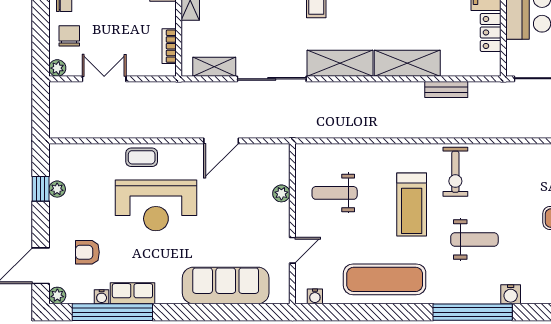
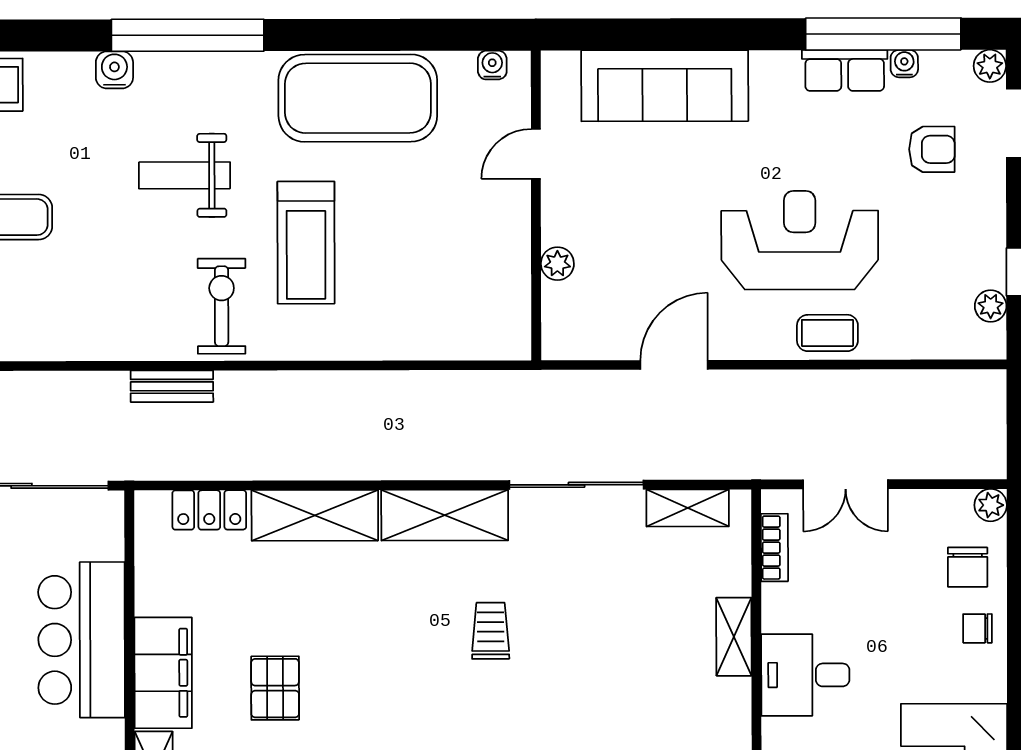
locker: (491, 32) -> (209, 510), moved, turned 90
double door: (104, 79) -> (846, 484), moved
bench: (446, 90) -> (172, 386), moved
plant: (57, 189) -> (991, 306), moved
weight bench: (335, 193) -> (455, 265), removed
treadmill: (412, 205) -> (306, 243), turned 180
exercise mat: (385, 279) -> (358, 98), width x1.47

